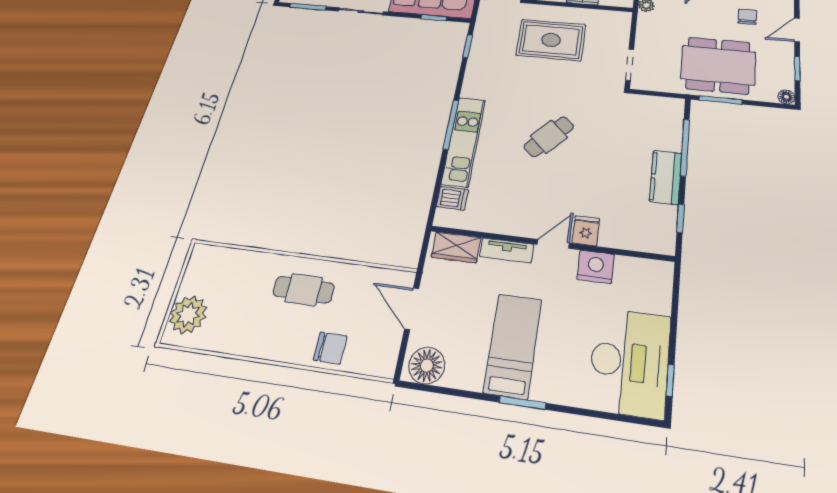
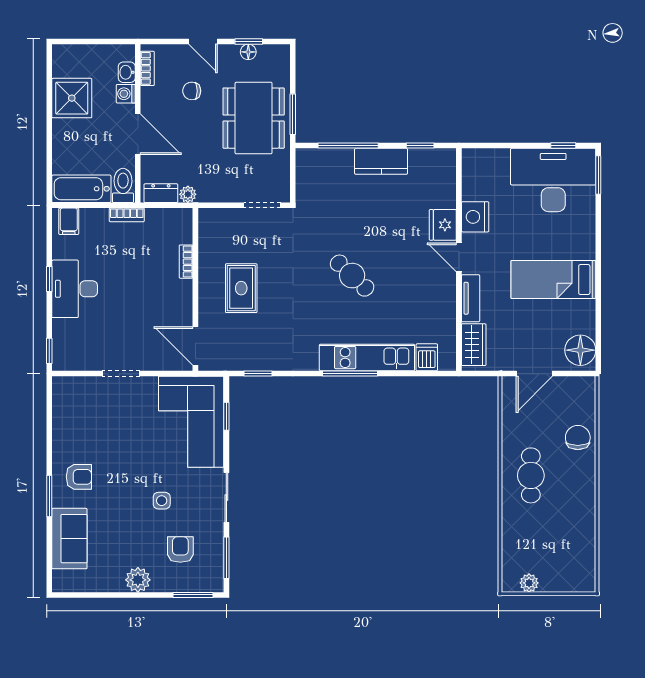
rug: (551, 40) -> (241, 288), width x0.73, depth x0.70
floor lamp: (786, 97) -> (248, 52), moved
fridge: (586, 231) -> (443, 225), width x1.38
plant: (188, 315) -> (529, 583), moved, width x0.53, depth x0.53
window: (523, 403) -> (598, 175), moved

